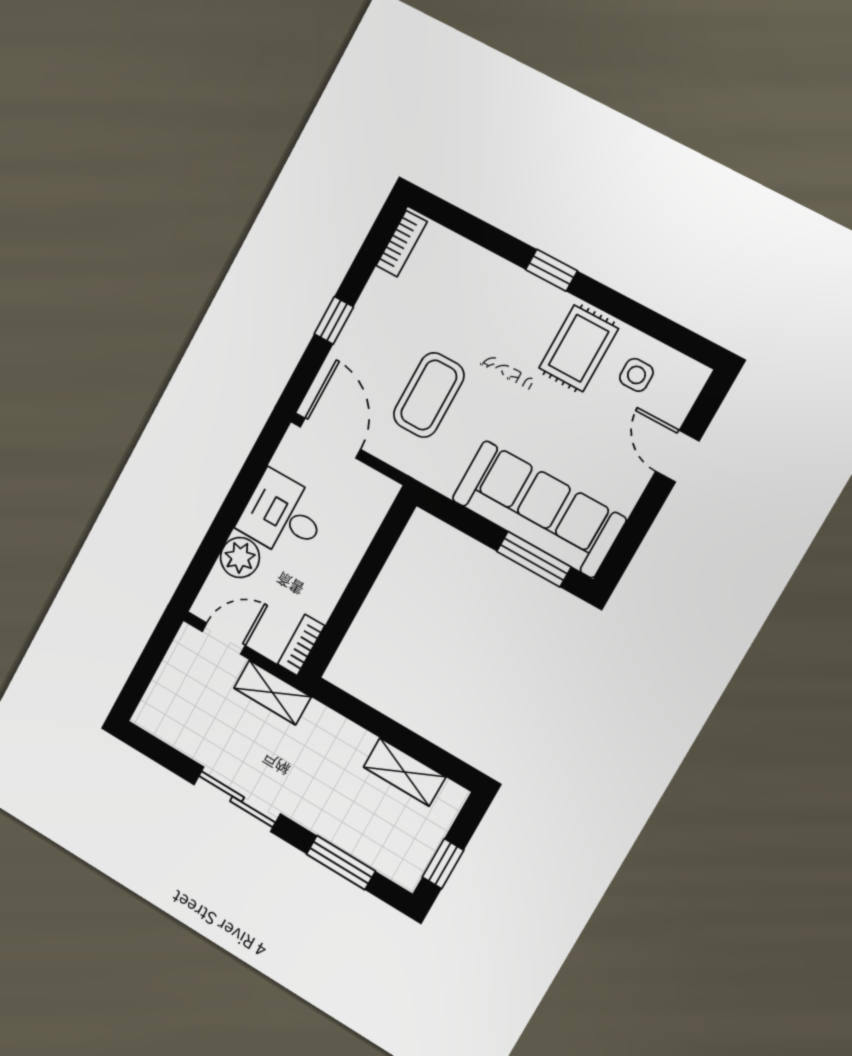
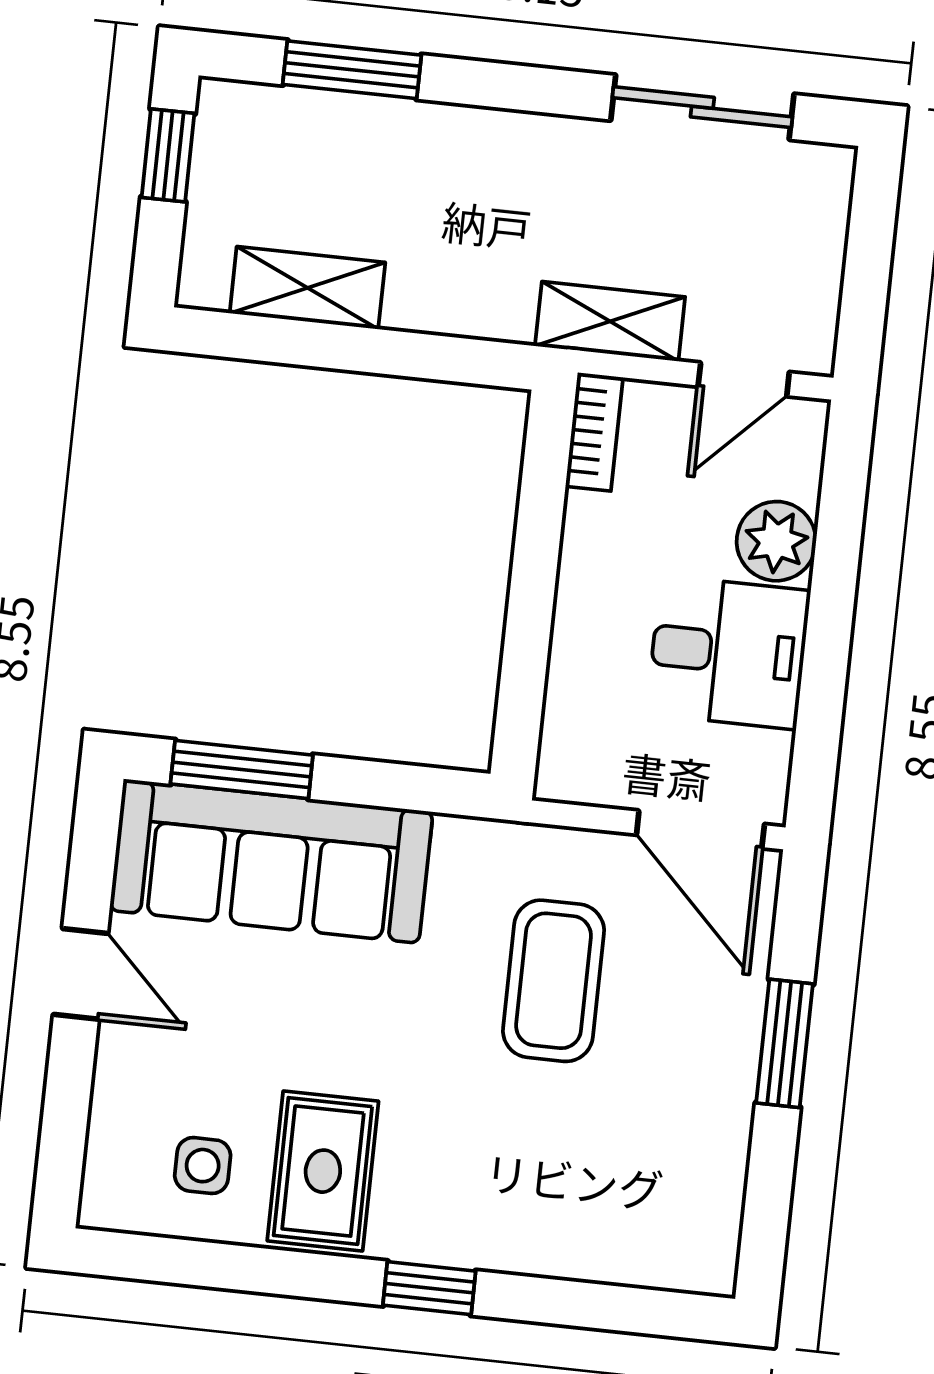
bookcase: (402, 244) -> (719, 1230), removed
window: (334, 320) -> (785, 1043), width x1.50
door: (677, 456) -> (81, 974), moved
sliding door: (237, 799) -> (702, 107), moved

